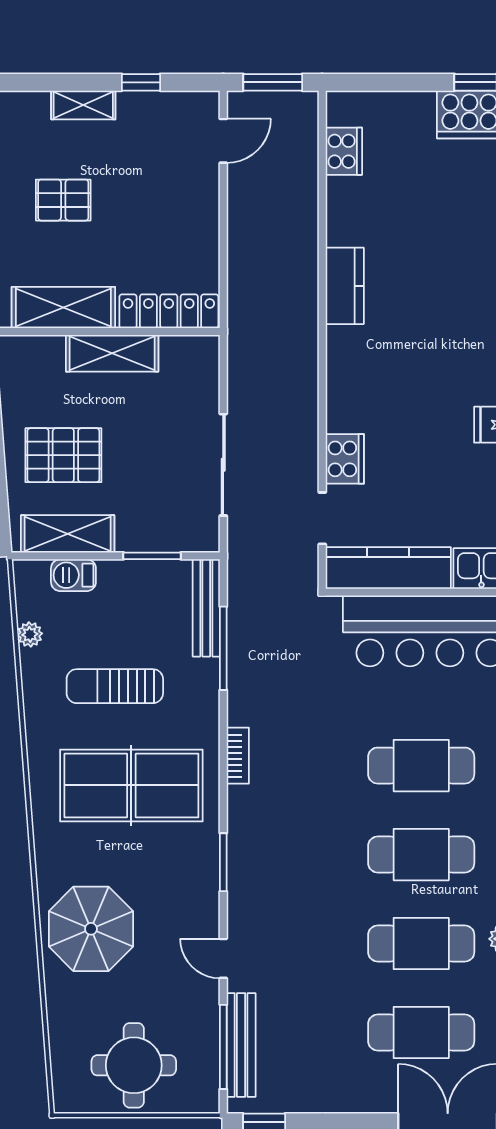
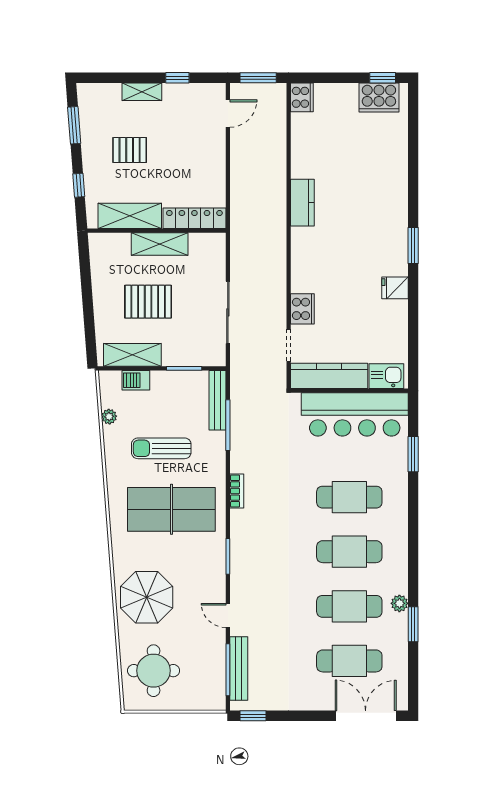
cooker: (344, 151) -> (302, 97), moved
pallet: (63, 455) -> (148, 302), moved
round table: (134, 1065) -> (154, 671), moved

